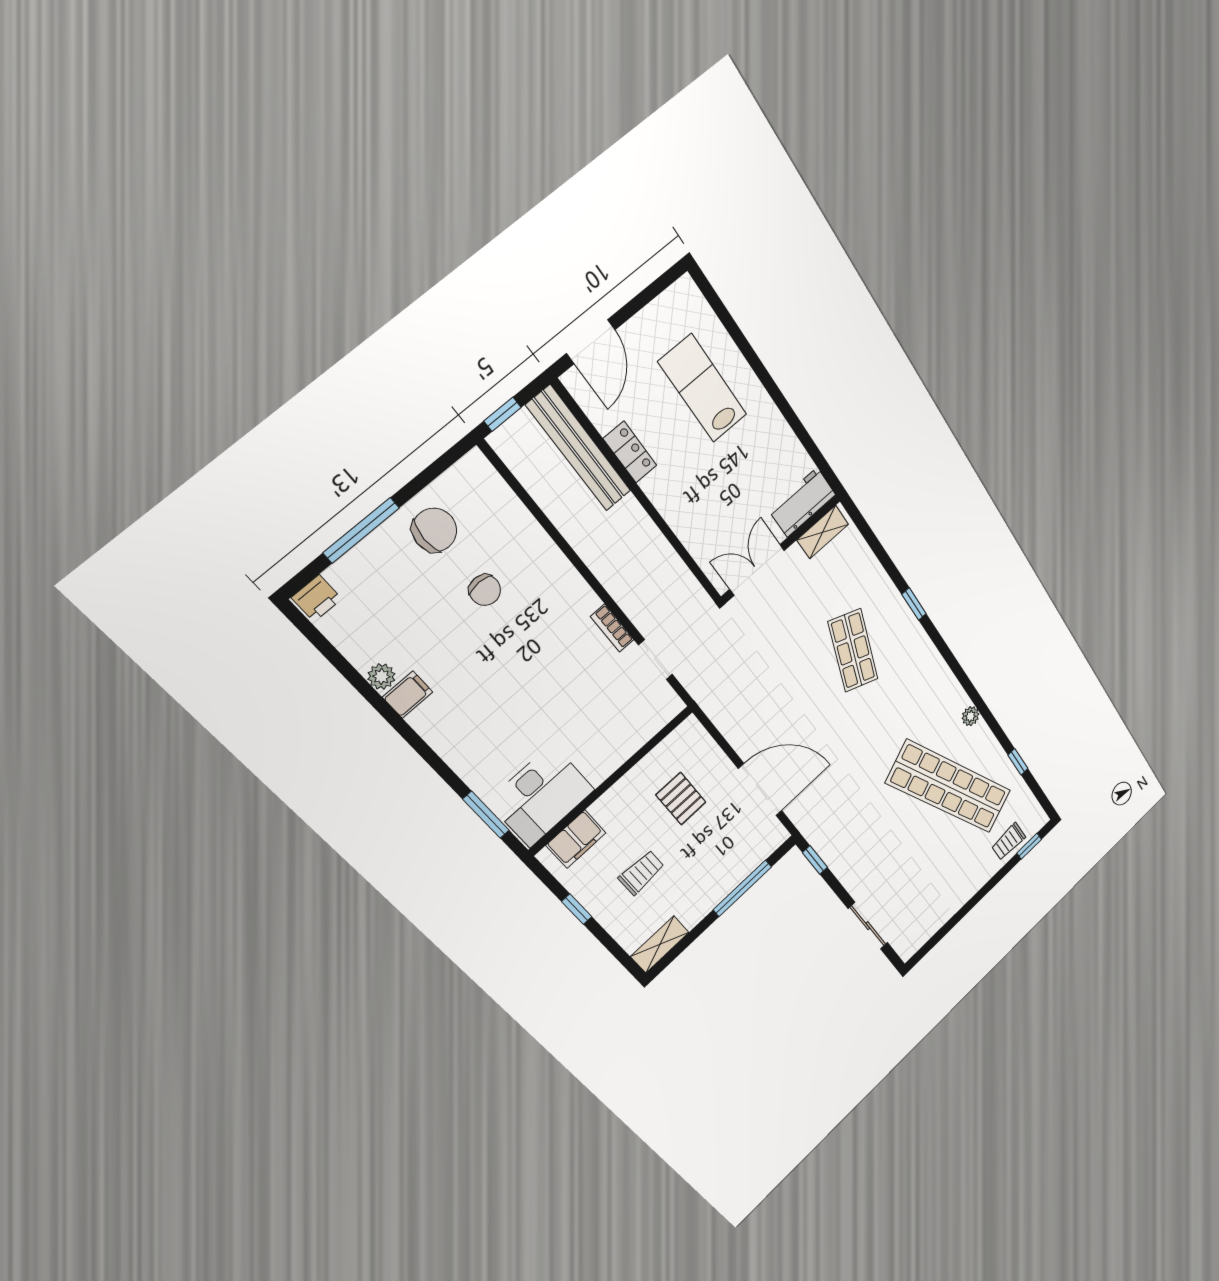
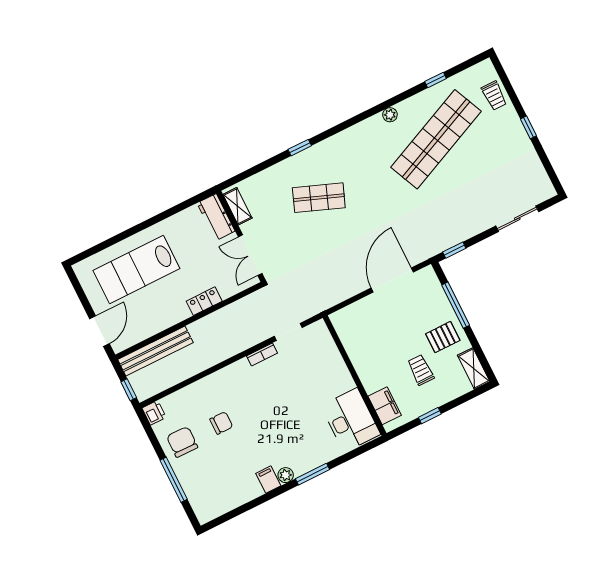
door: (591, 342) -> (99, 331), hinge flipped
lab bench: (703, 388) -> (136, 270), width x1.36, depth x1.39
locker: (630, 452) -> (204, 301), moved
printer: (317, 598) -> (154, 413), moved
plant: (381, 677) -> (286, 475), moved
pallet: (681, 799) -> (443, 337), moved
window: (486, 815) -> (313, 474), moved
window: (1029, 846) -> (528, 127), moved

